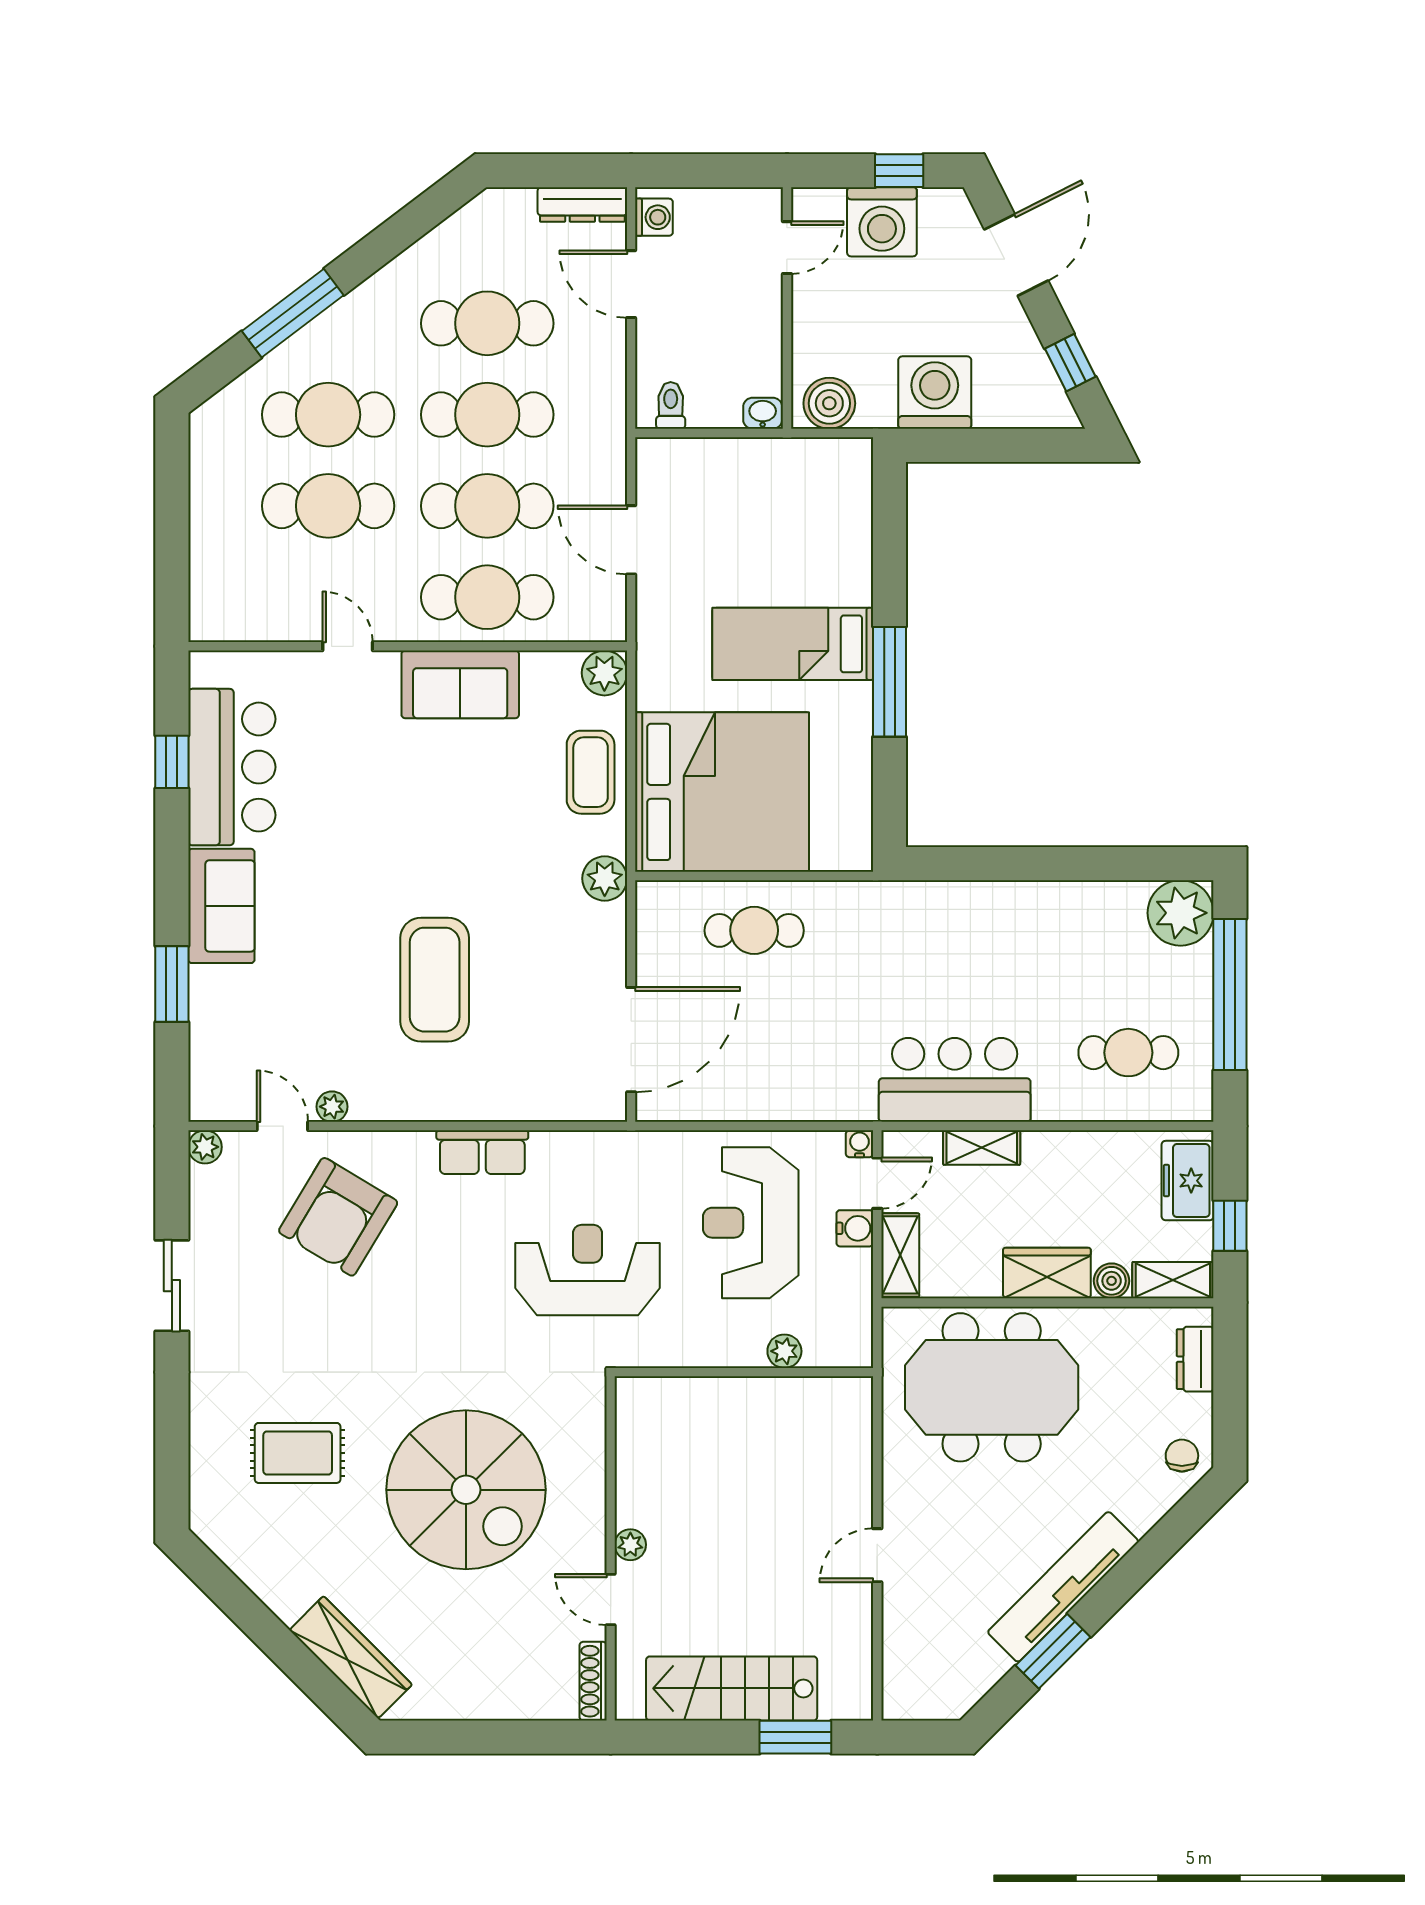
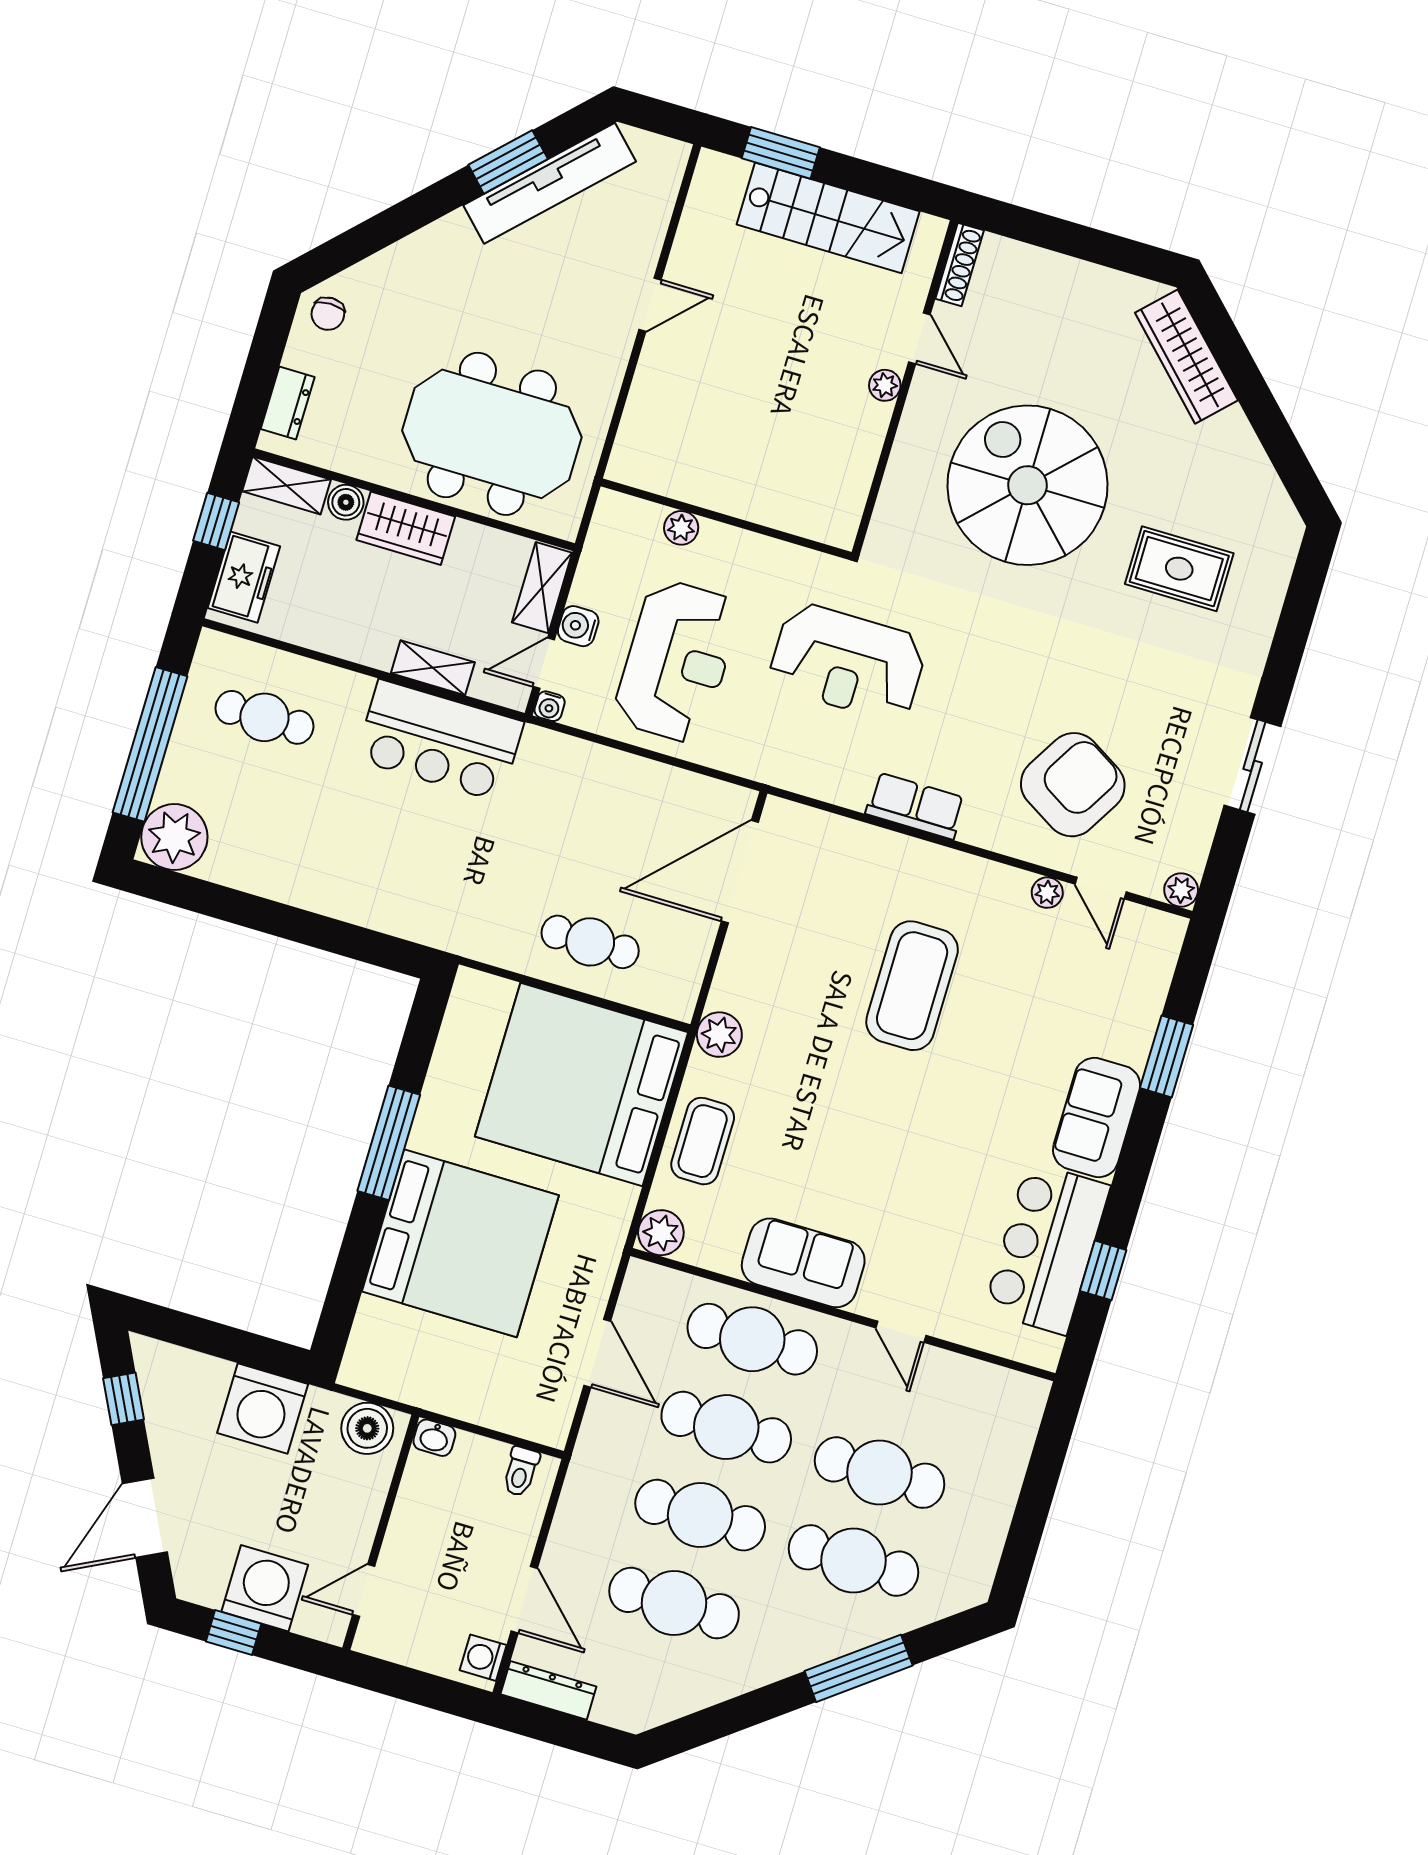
bed: (793, 644) -> (460, 1243), width x2.04
tv unit: (1063, 1587) -> (550, 183), moved

